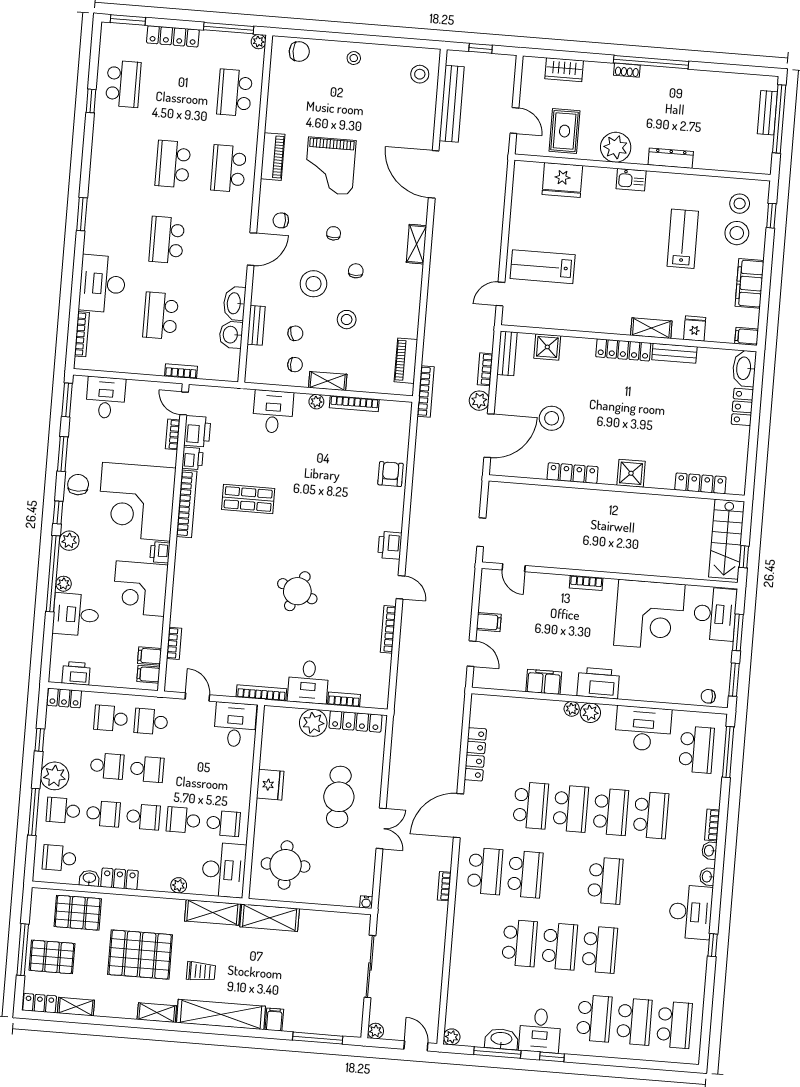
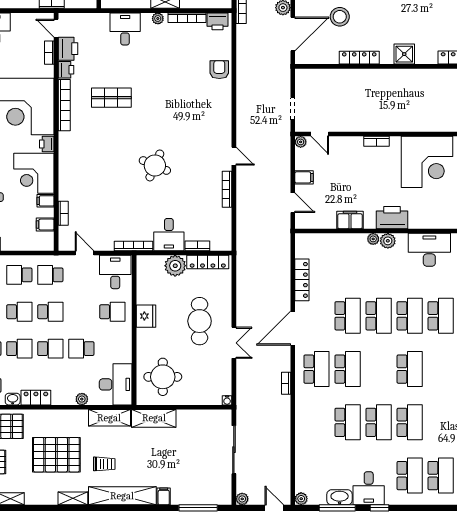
printer: (390, 545) -> (217, 21), moved, turned -90
plant: (488, 576) -> (301, 142), added
filing cabinet: (148, 674) -> (45, 201), moved
school desk: (223, 823) -> (112, 312), moved

